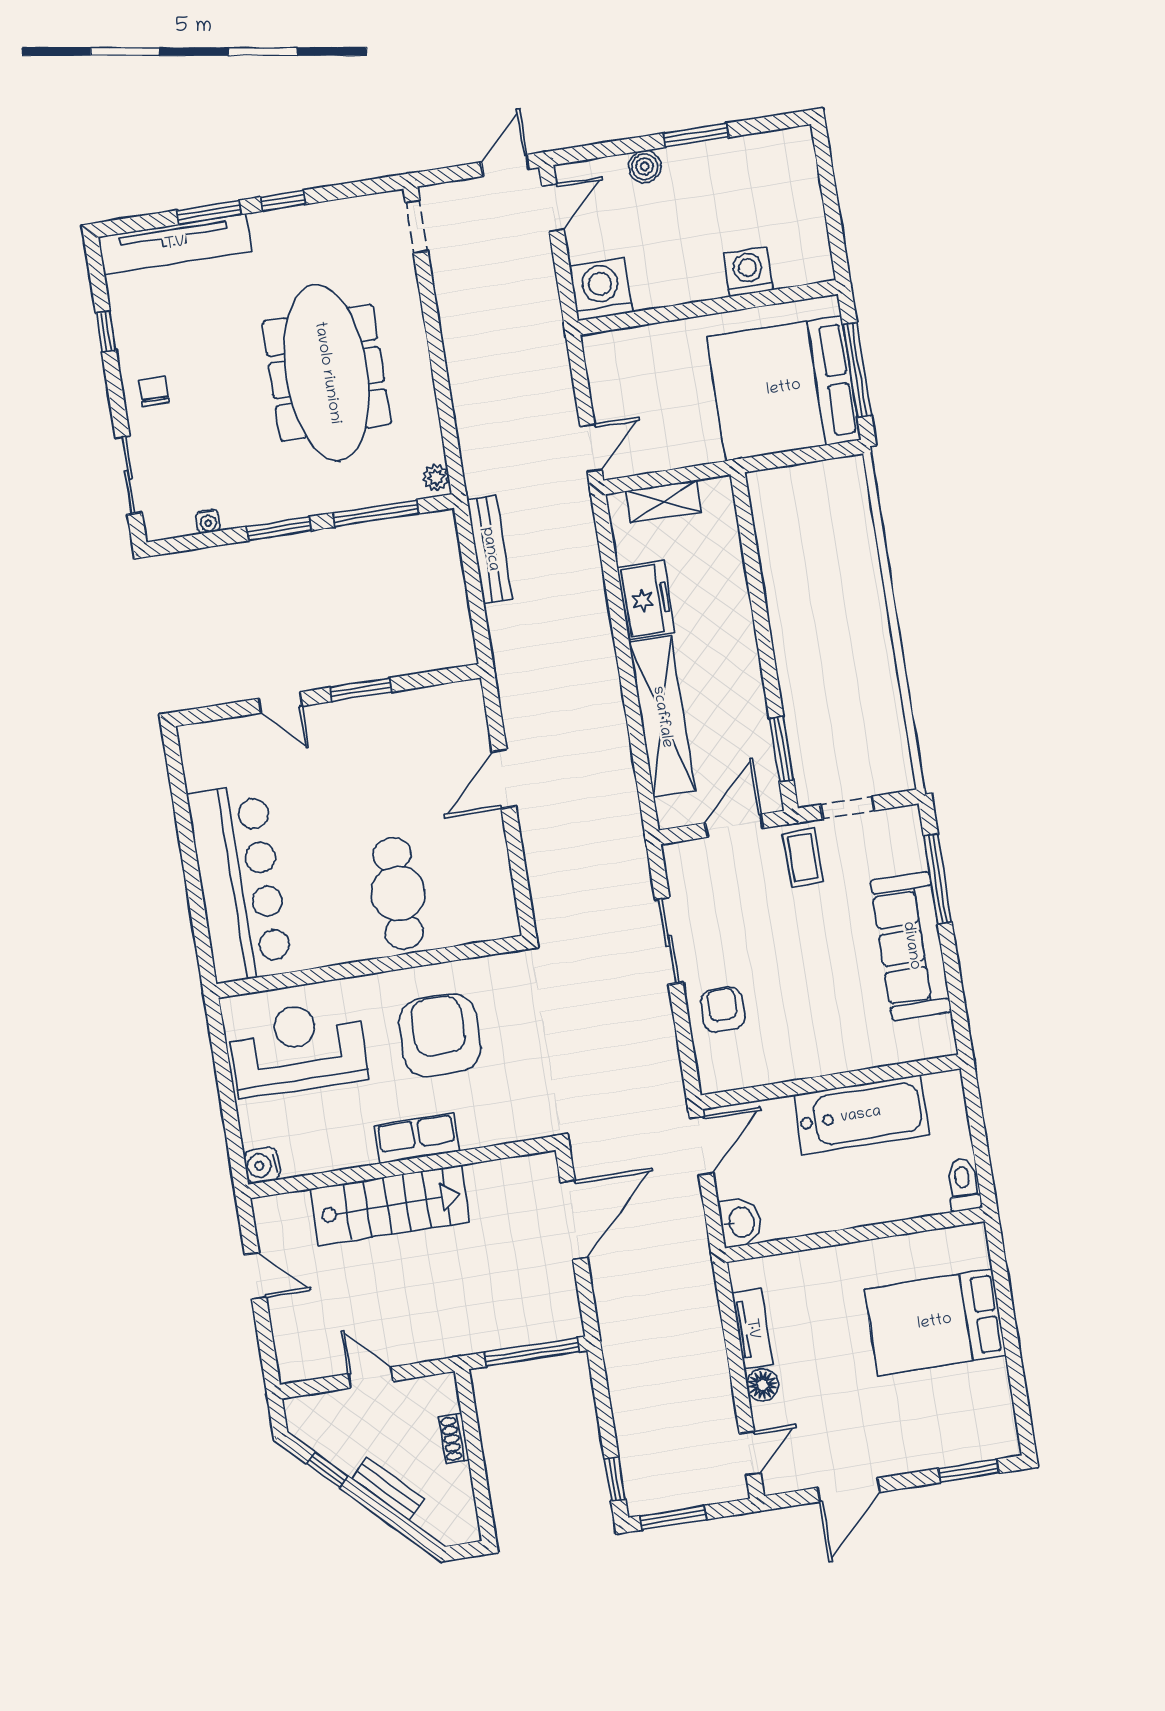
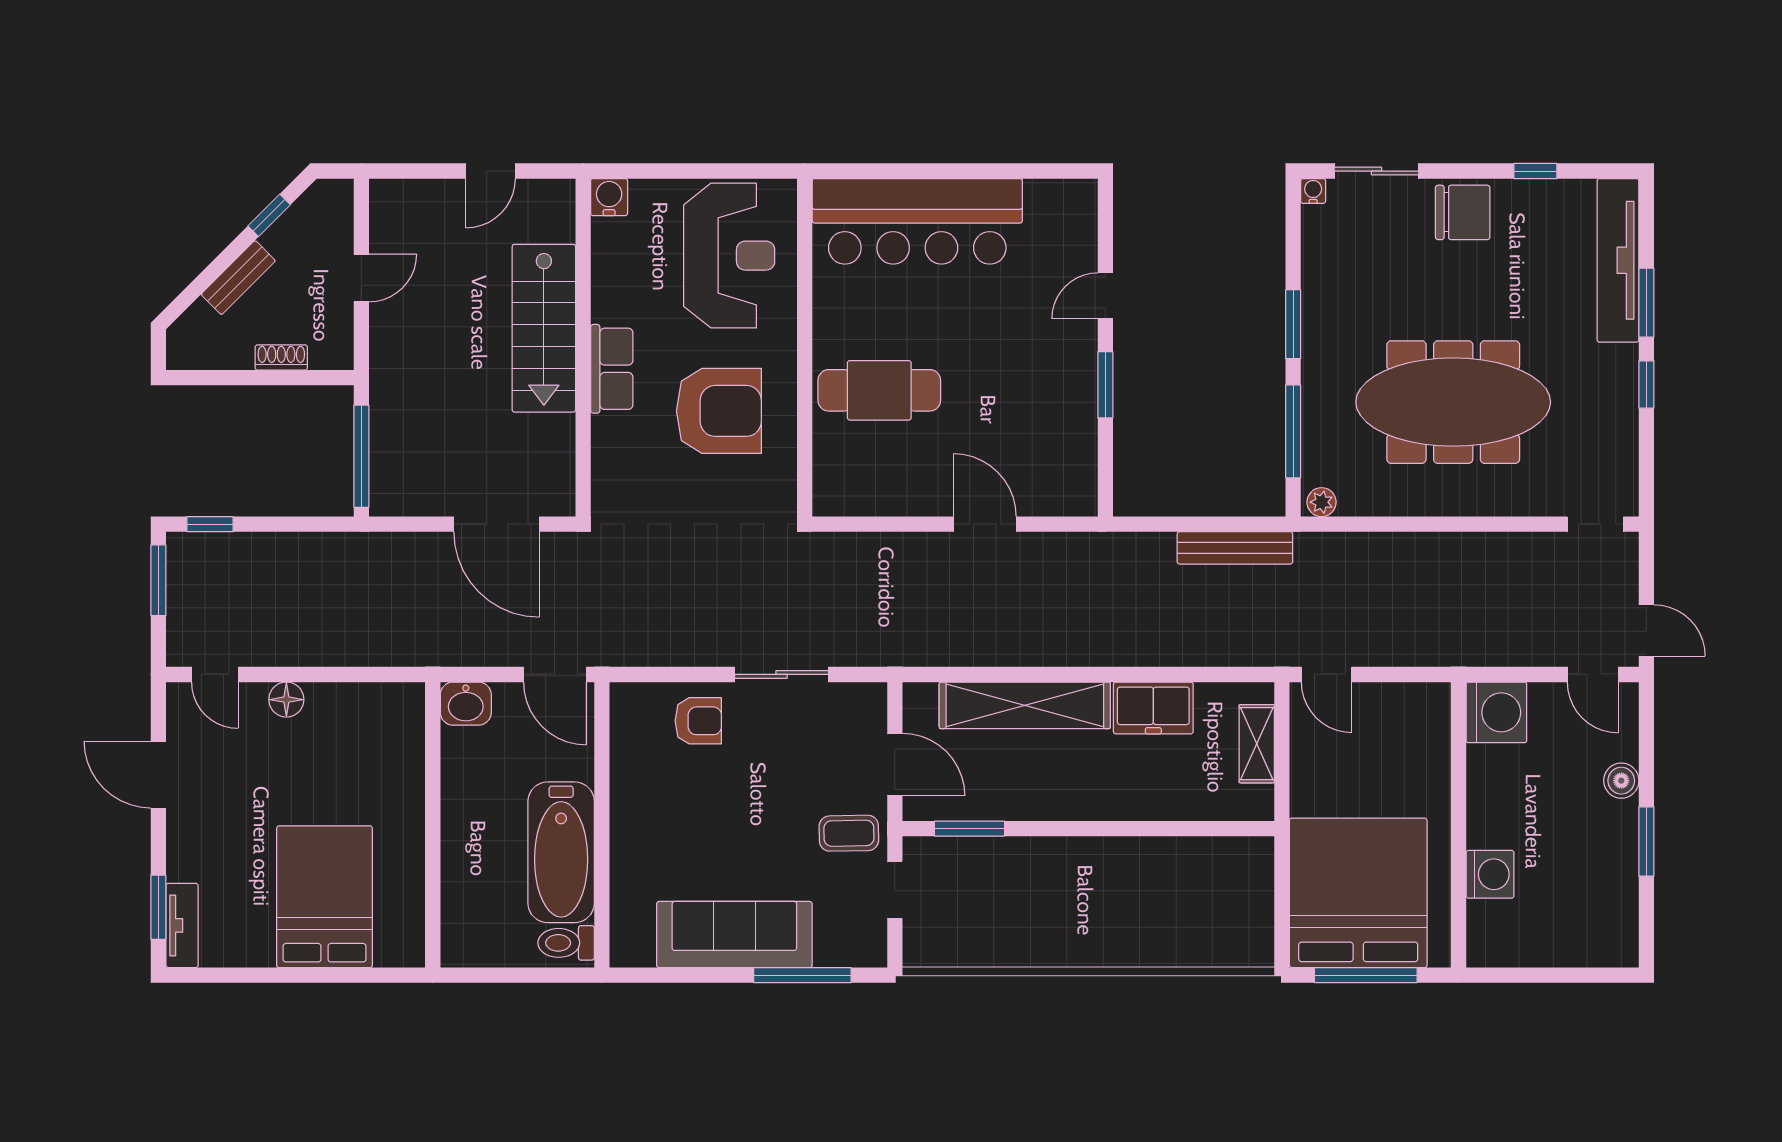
chair: (154, 391) -> (1463, 212), width x1.87, depth x1.87
water cooler: (208, 521) -> (1313, 191), moved, turned 90
toilet: (963, 1184) -> (566, 943), moved, turned 180
tv unit: (752, 1329) -> (182, 925), moved, turned -90

